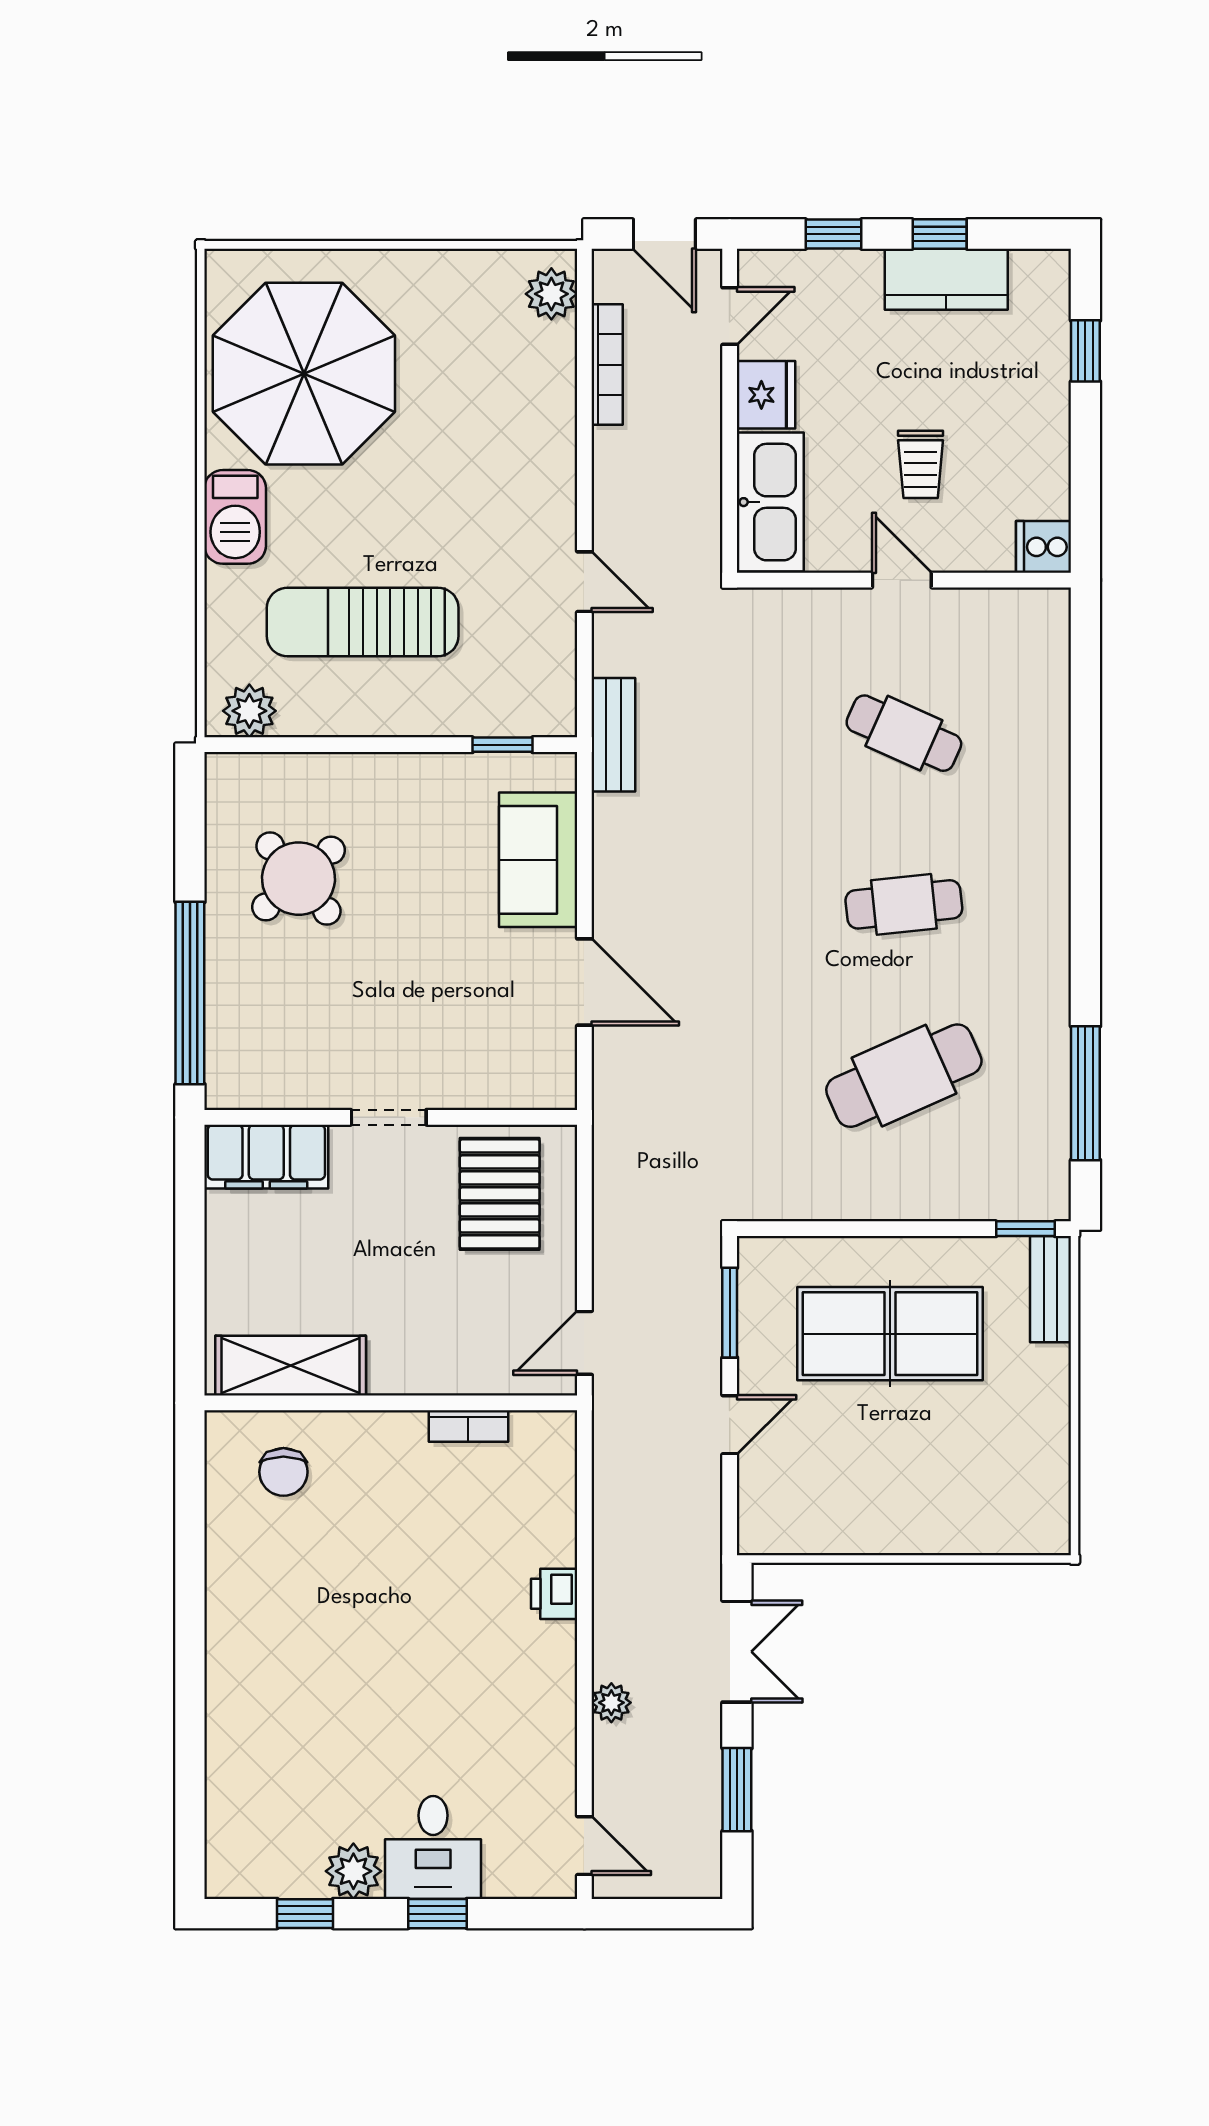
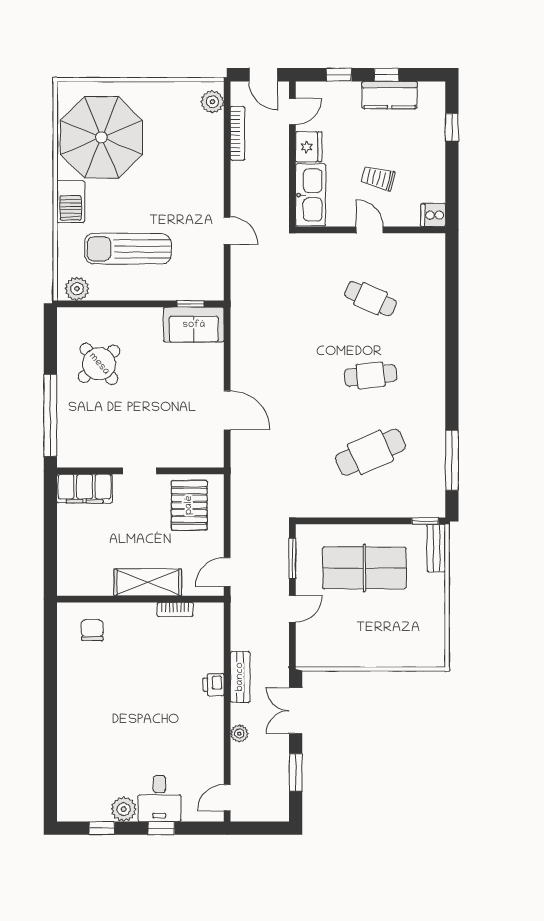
trolley: (921, 464) -> (378, 178), turned 104
bench: (613, 735) -> (240, 677), moved
sofa: (538, 860) -> (194, 325), moved, turned -90
shelving: (291, 1366) -> (148, 582), moved
chair: (283, 1472) -> (92, 630), turned 180
double door: (737, 1652) -> (296, 711), swing flipped
door: (584, 1846) -> (227, 798), swing flipped

